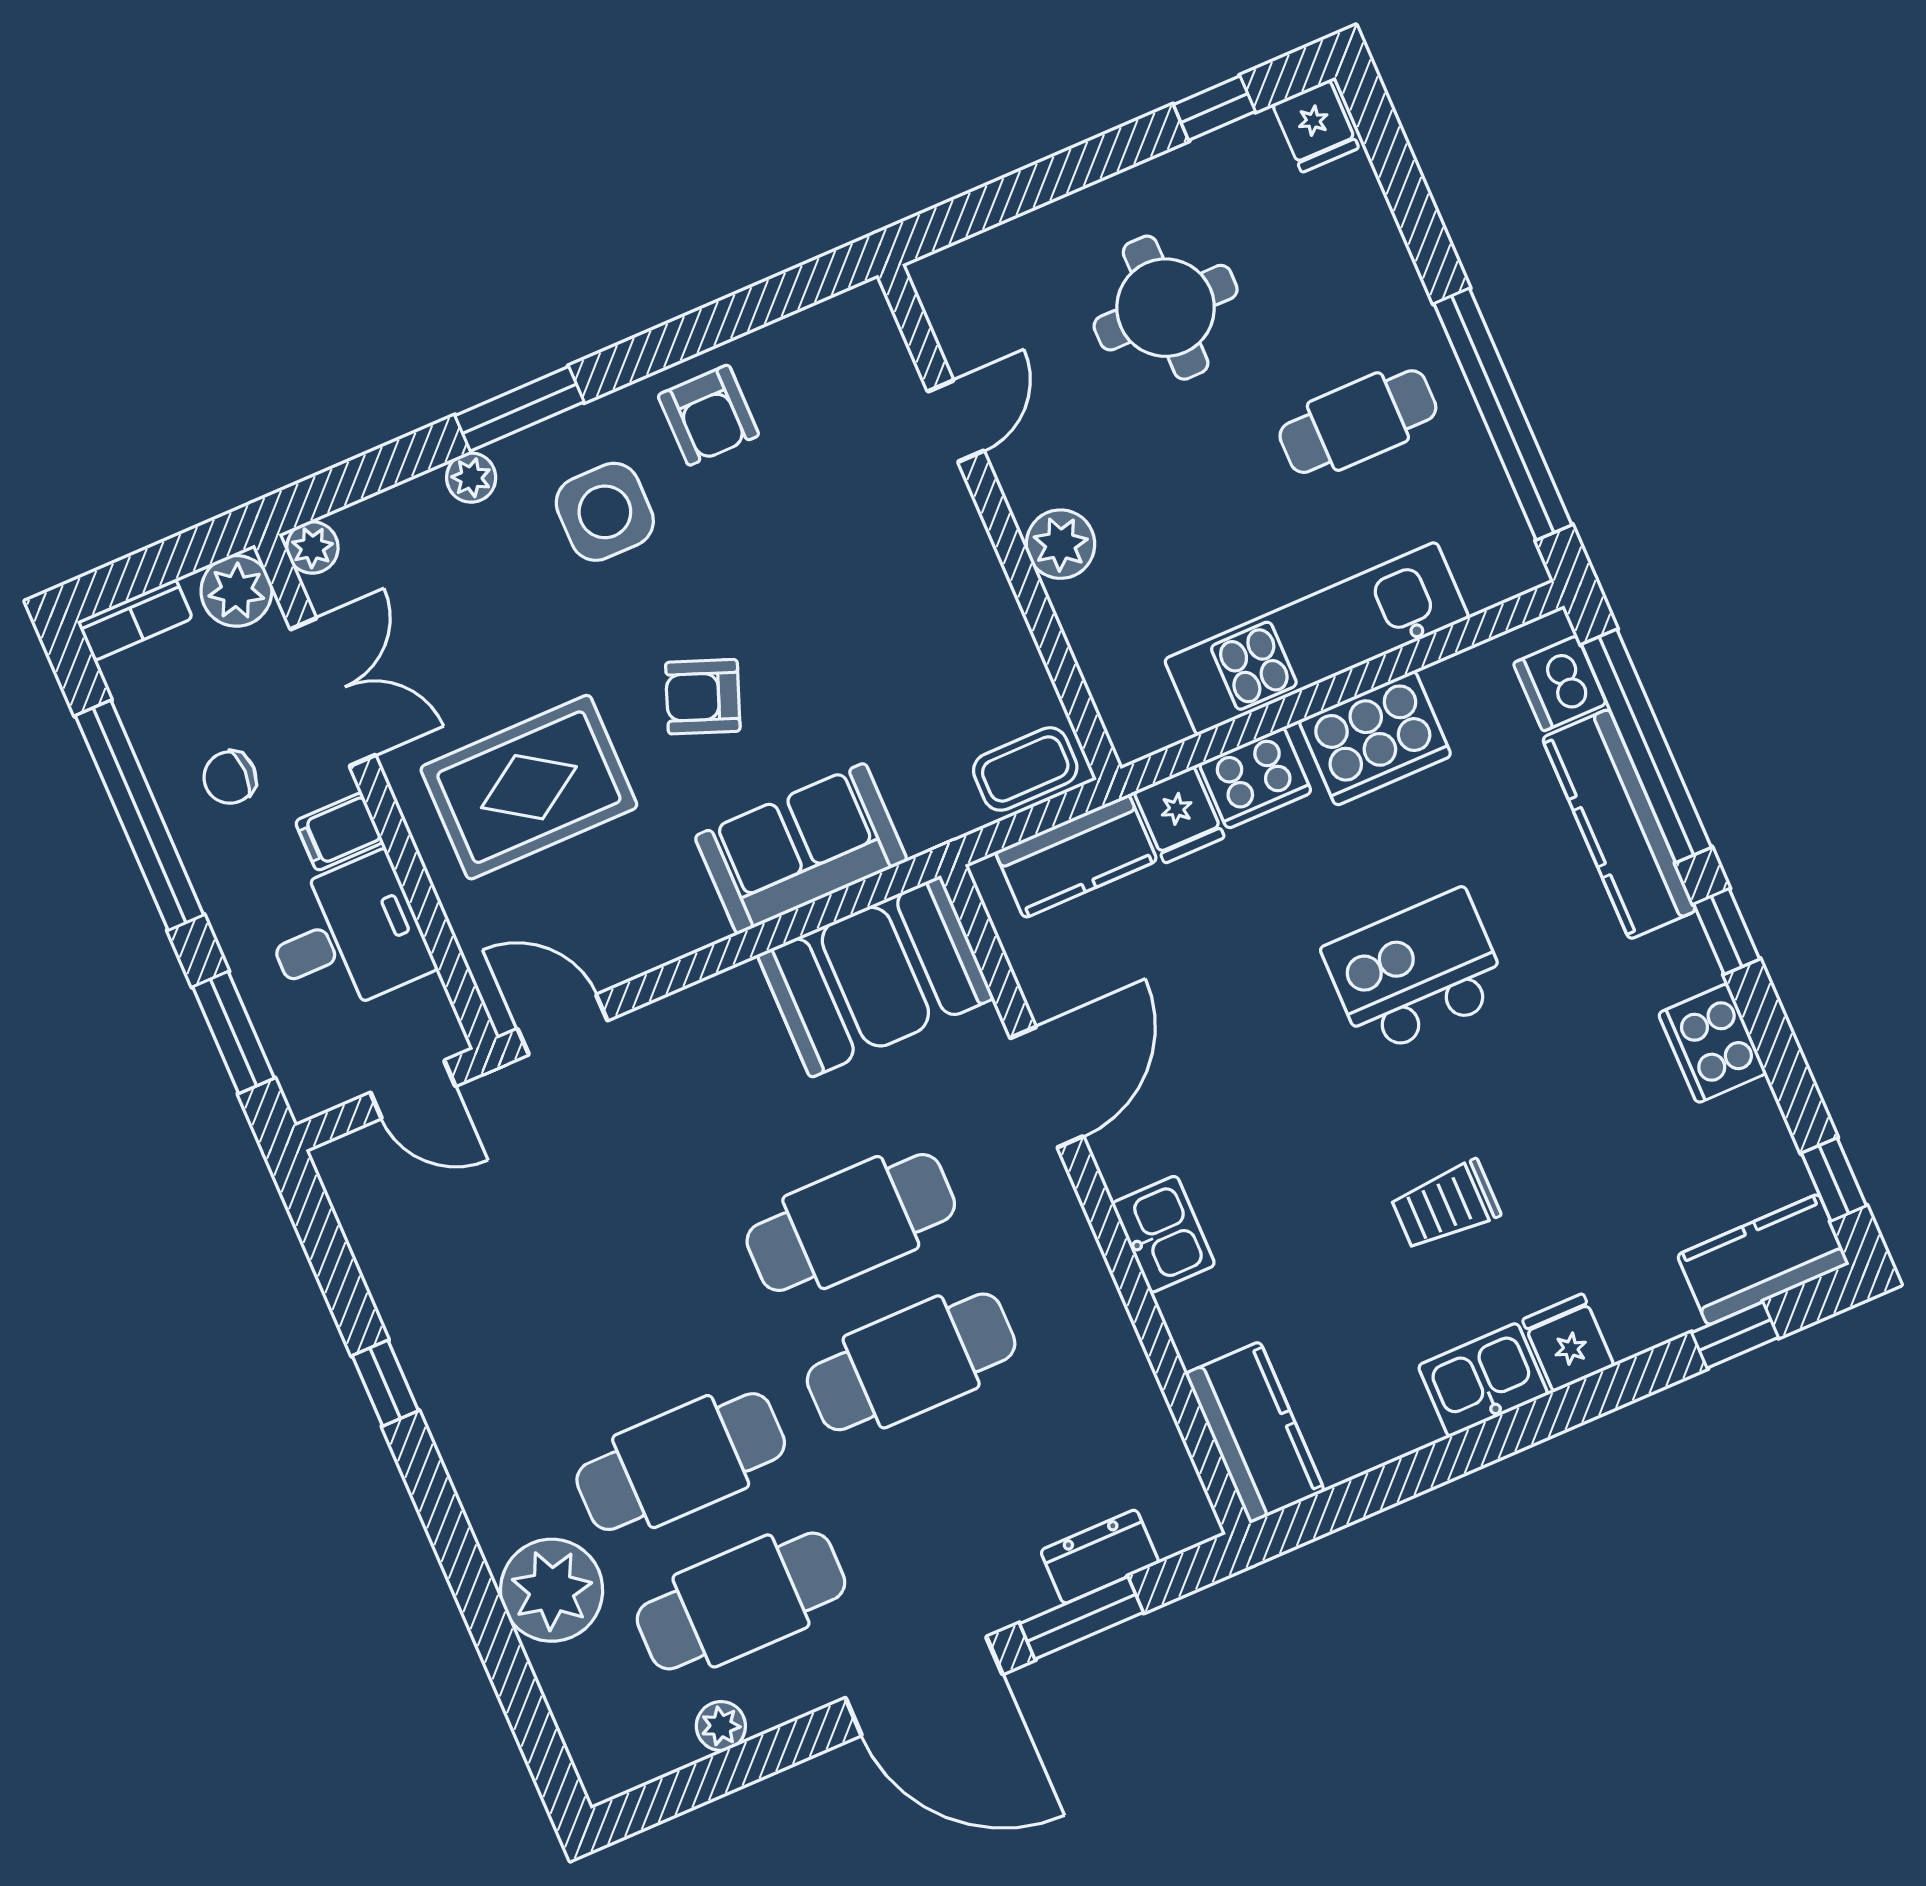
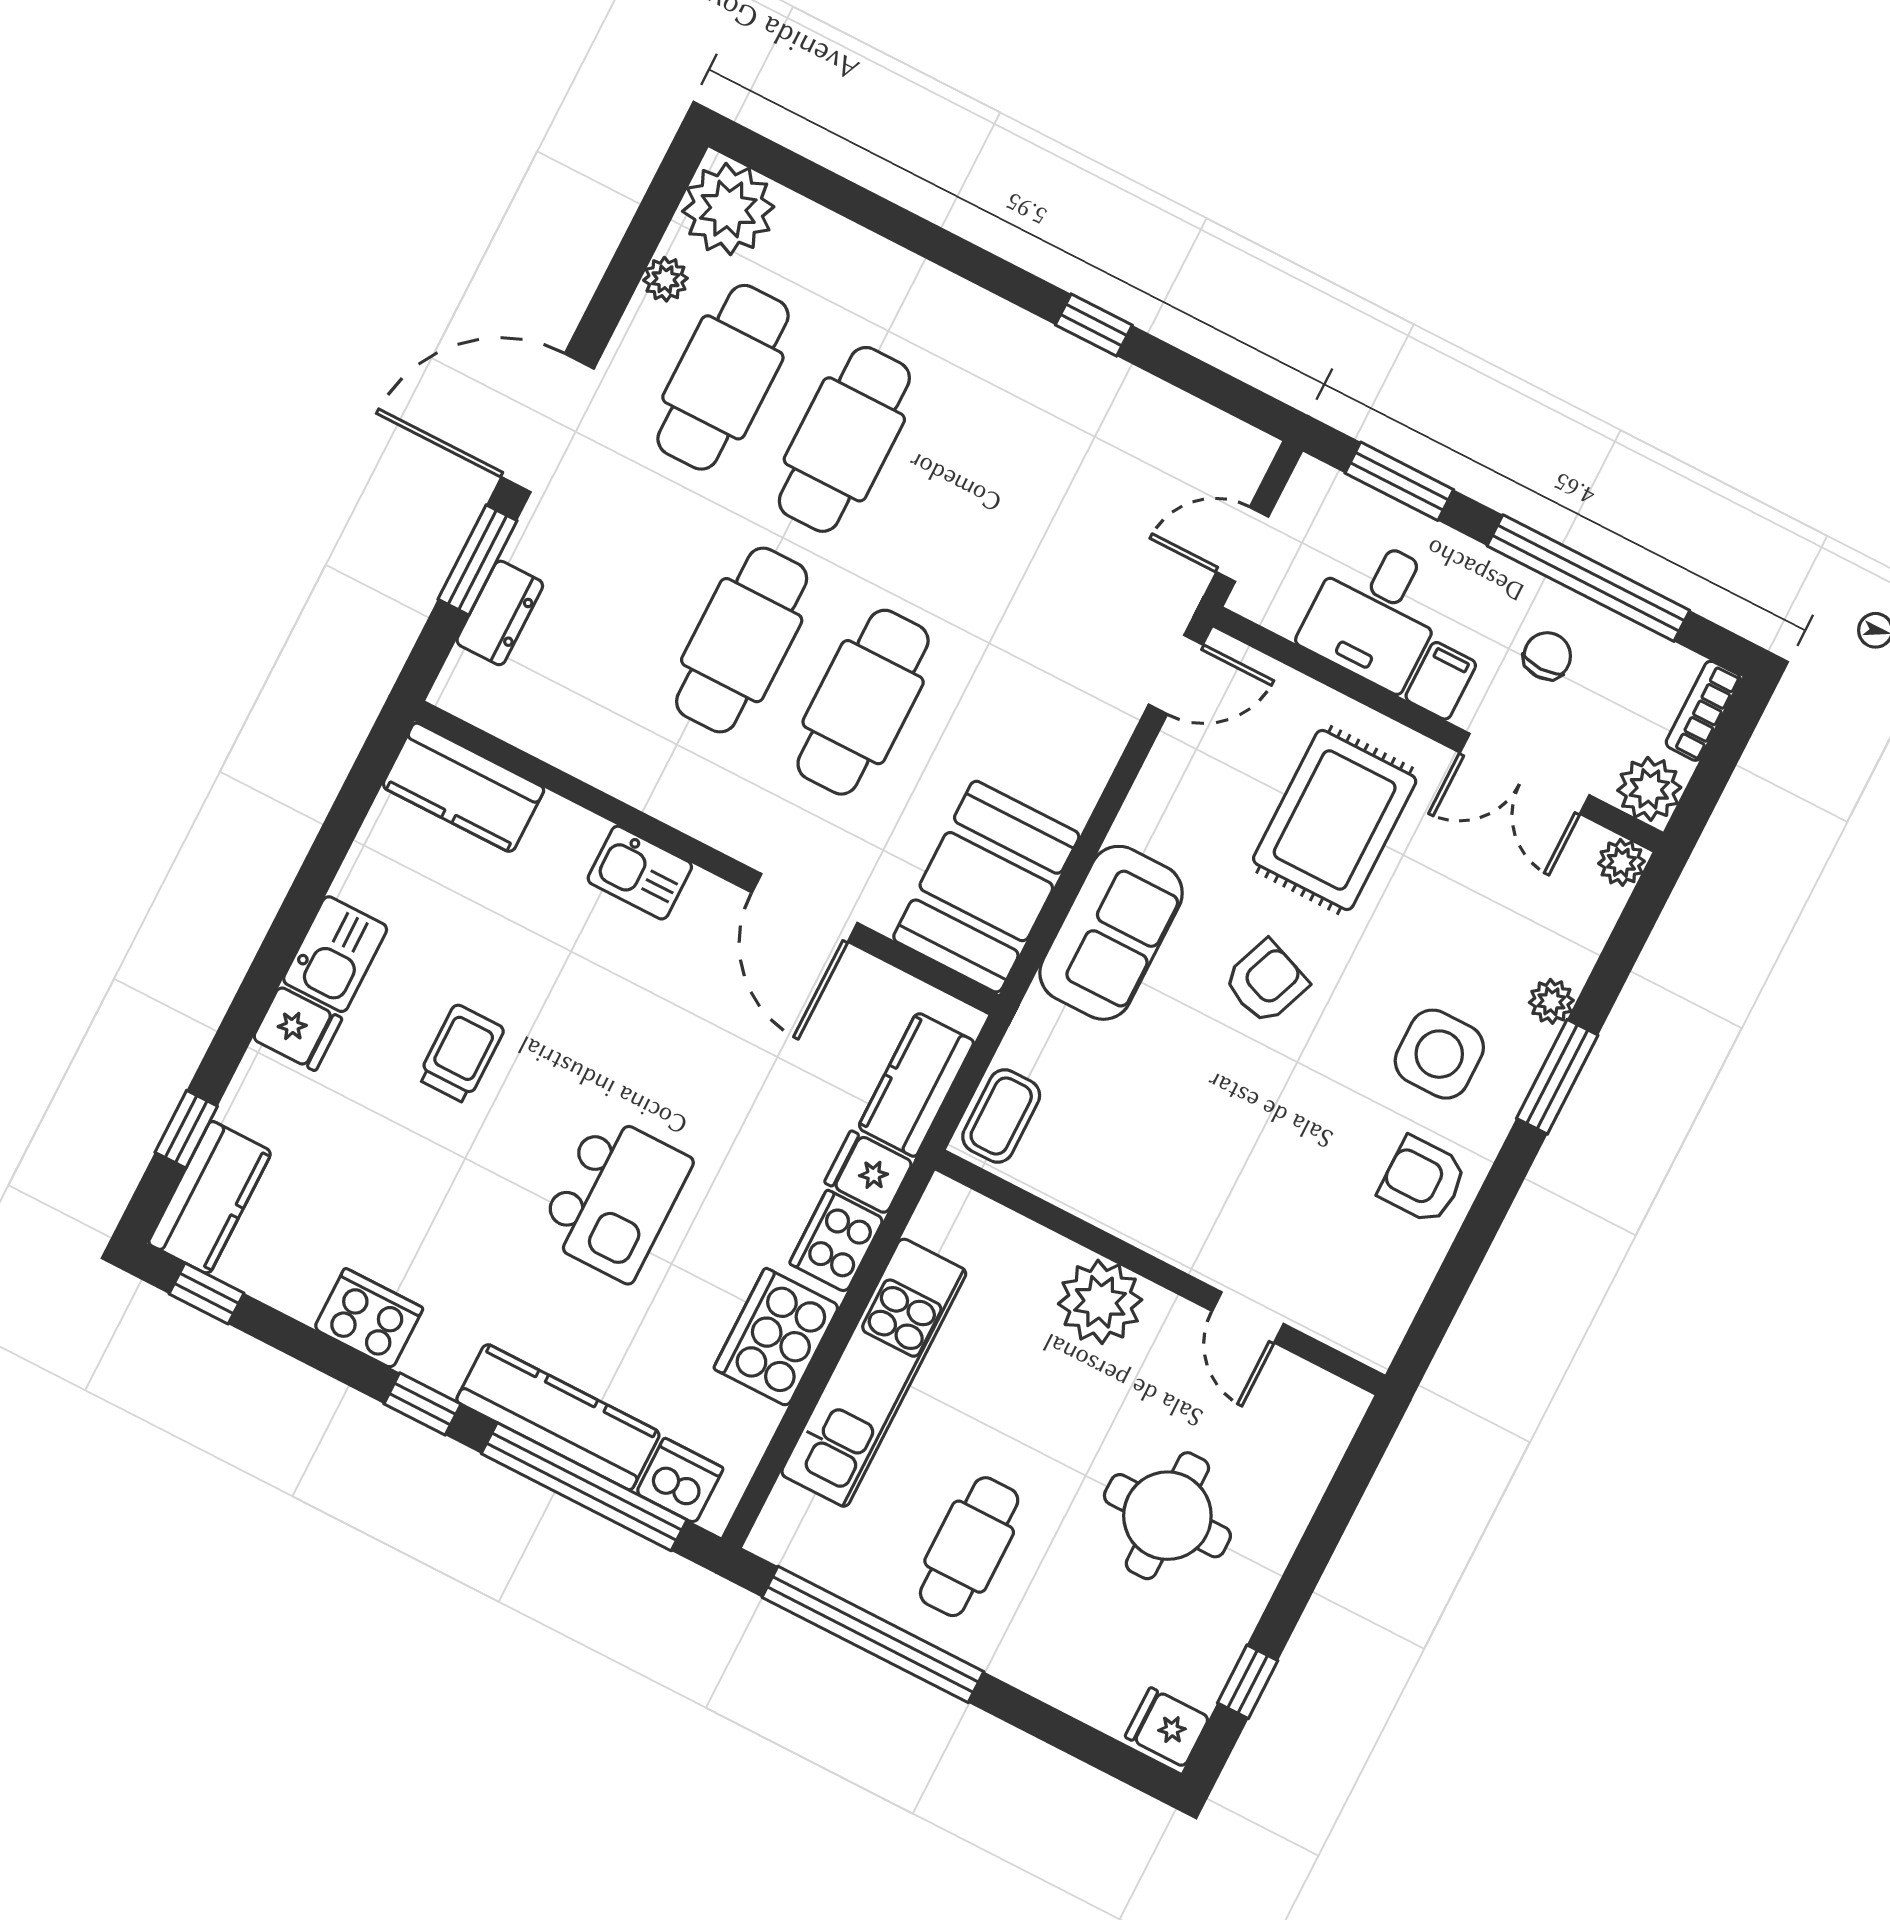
plant: (1060, 544) -> (1100, 1302), width x1.36, depth x1.36
plant: (552, 1590) -> (728, 209), moved

